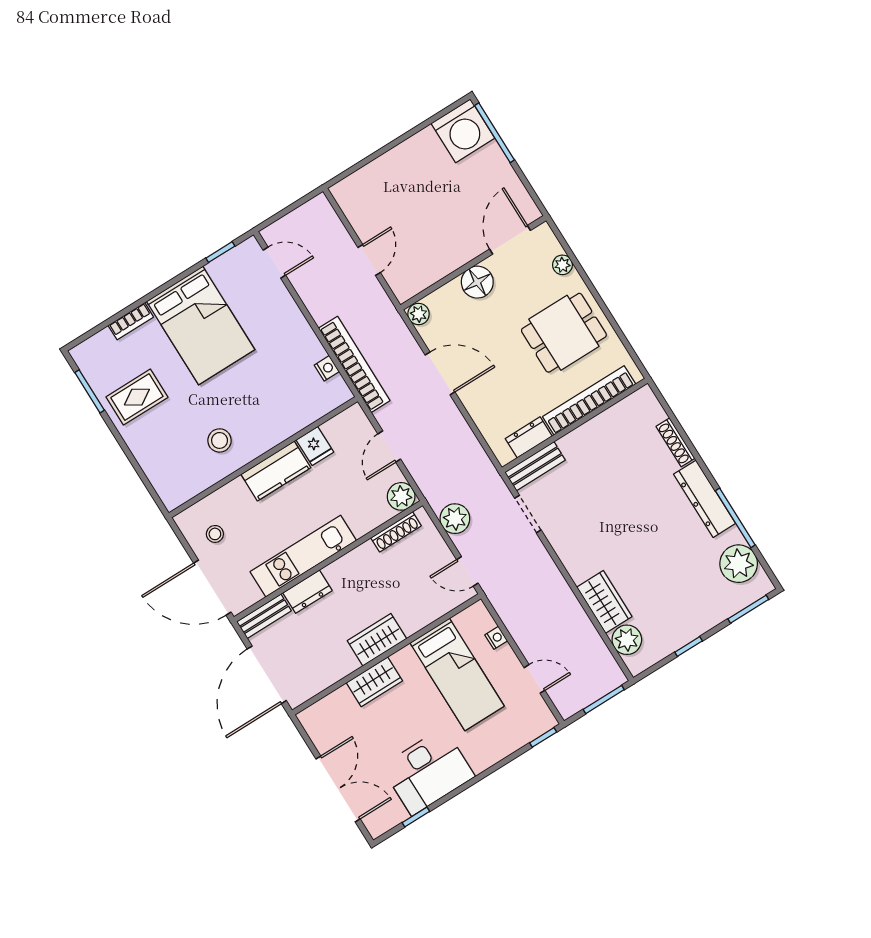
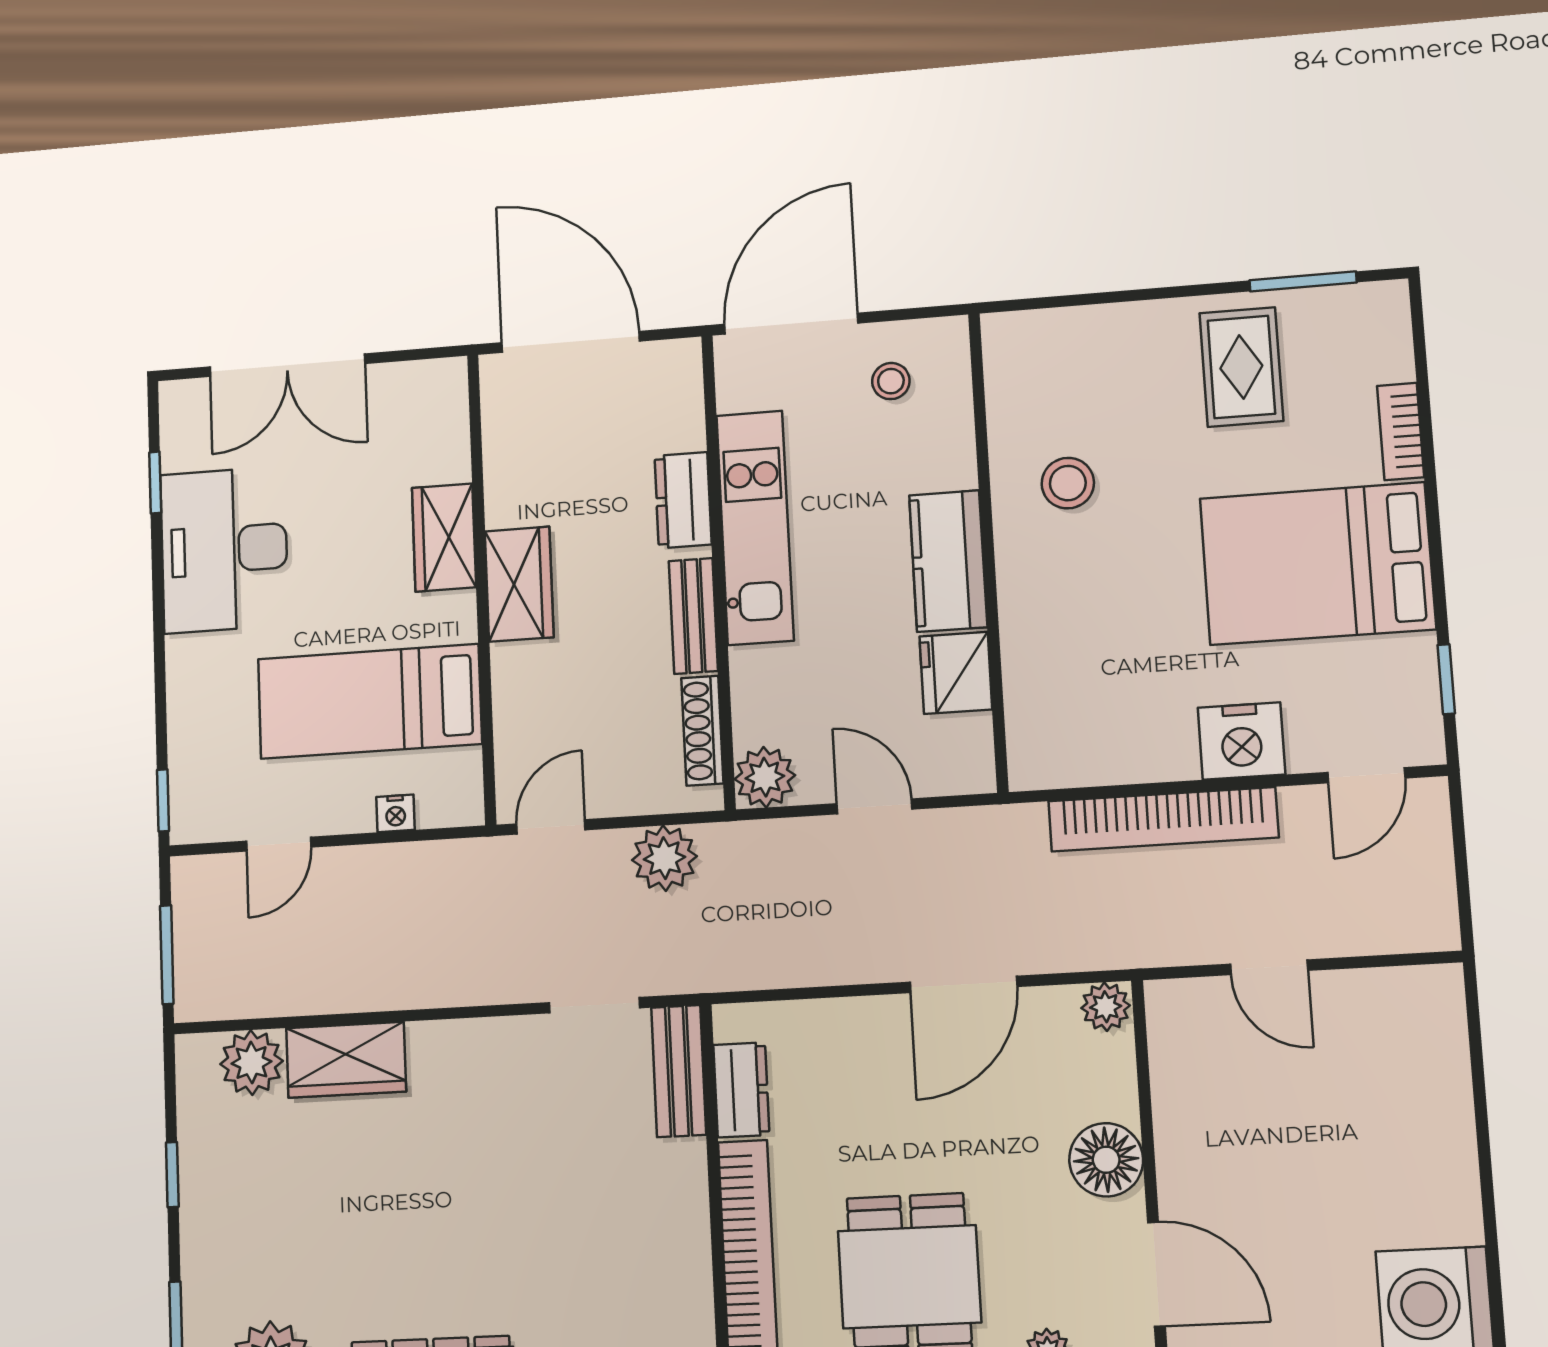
bookcase: (354, 364) -> (1163, 819), moved
nightstand: (327, 368) -> (1241, 741), moved, width x1.89, depth x1.79
fridge: (315, 446) -> (956, 673), width x1.38
bench: (264, 616) -> (693, 616), moved

